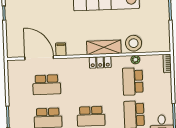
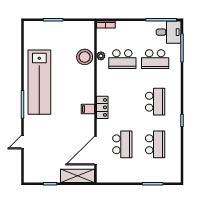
shelving: (104, 47) -> (78, 176), moved, turned 90
filing cabinet: (61, 49) -> (88, 109), moved
locker: (100, 62) -> (102, 107), moved

